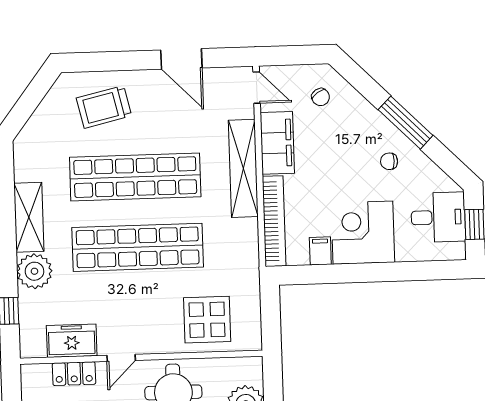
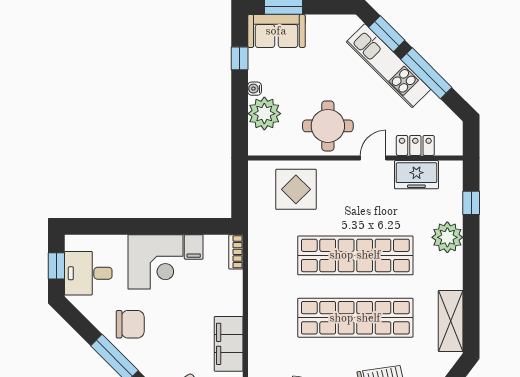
chair: (389, 161) -> (130, 324), width x1.87, depth x1.87
shelving: (243, 168) -> (260, 322), removed
shelving: (29, 217) -> (451, 321), moved
bookcase: (274, 221) -> (236, 252), width x0.43, depth x0.76

